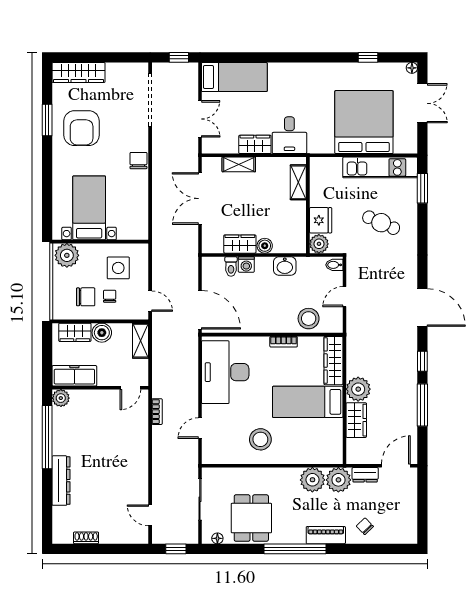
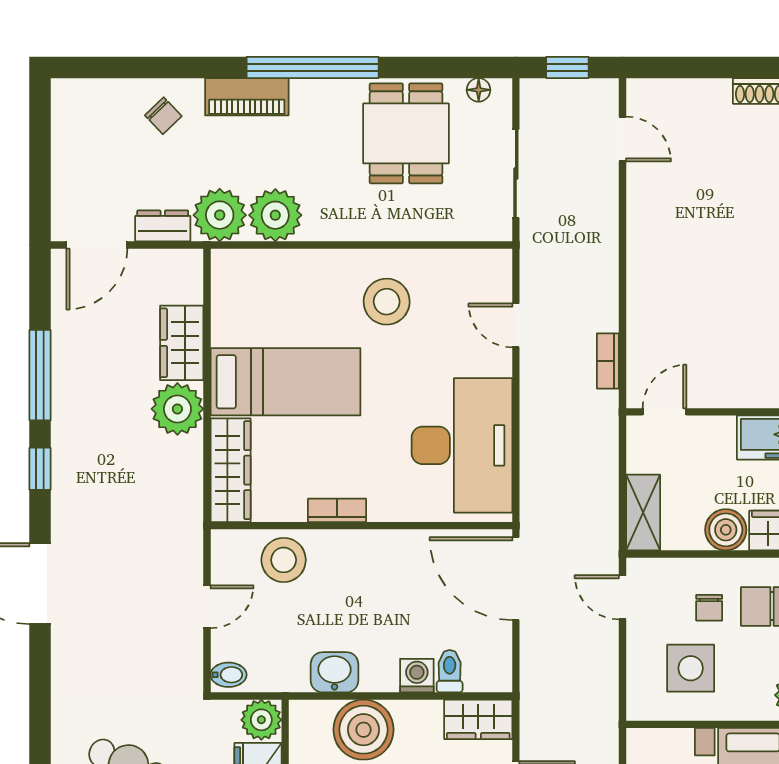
wardrobe: (240, 244) -> (478, 719), moved
boiler: (265, 246) -> (364, 730), width x1.86, depth x1.86
door: (200, 428) -> (516, 325), swing flipped

